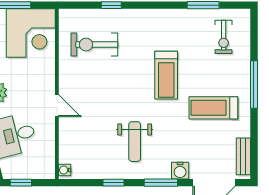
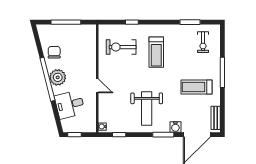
corner desk: (31, 33) -> (81, 40), removed
treadmill: (166, 75) -> (156, 52), moved
weight bench: (135, 142) -> (147, 108), width x1.36, depth x1.33
window: (113, 183) -> (119, 135), moved

